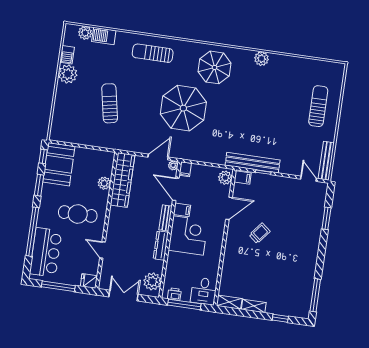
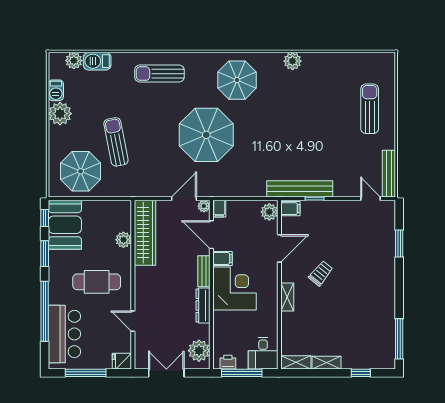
parasol: (78, 123) -> (81, 171), added
shelving: (230, 248) -> (287, 297), added

